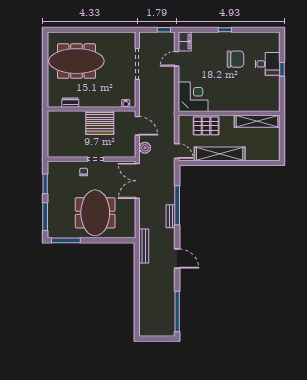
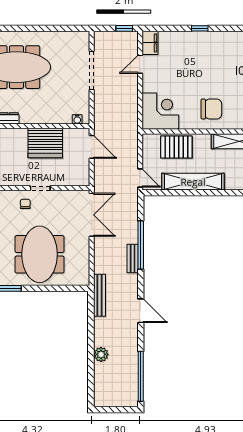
chair: (235, 59) -> (211, 109), moved
plant: (145, 148) -> (101, 354), moved
double door: (137, 181) -> (92, 215), swing flipped

